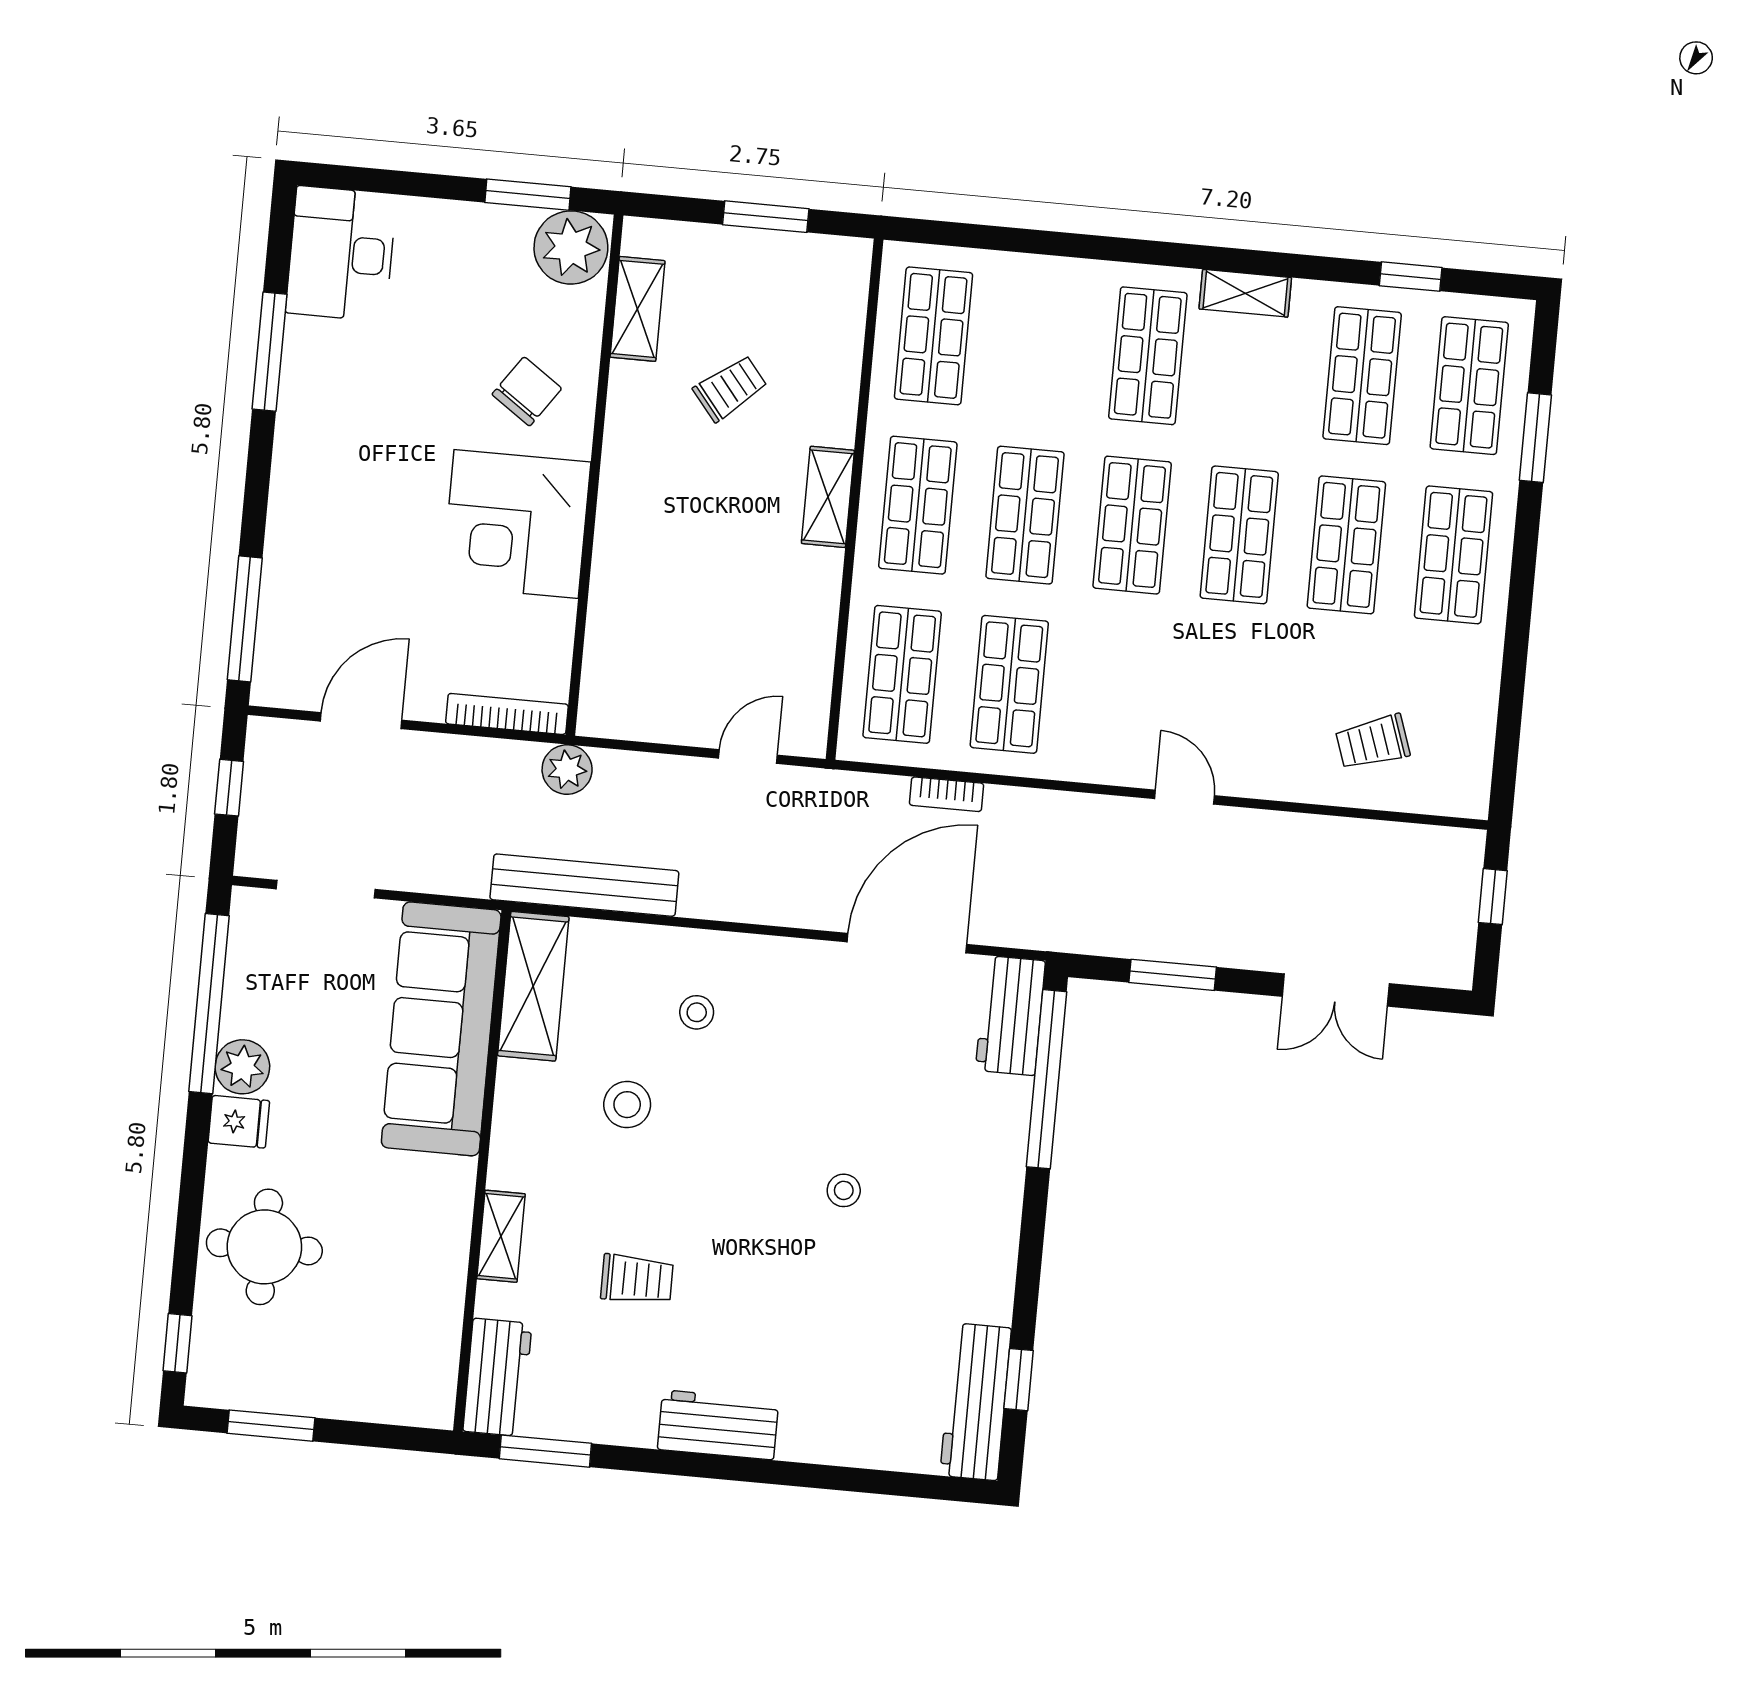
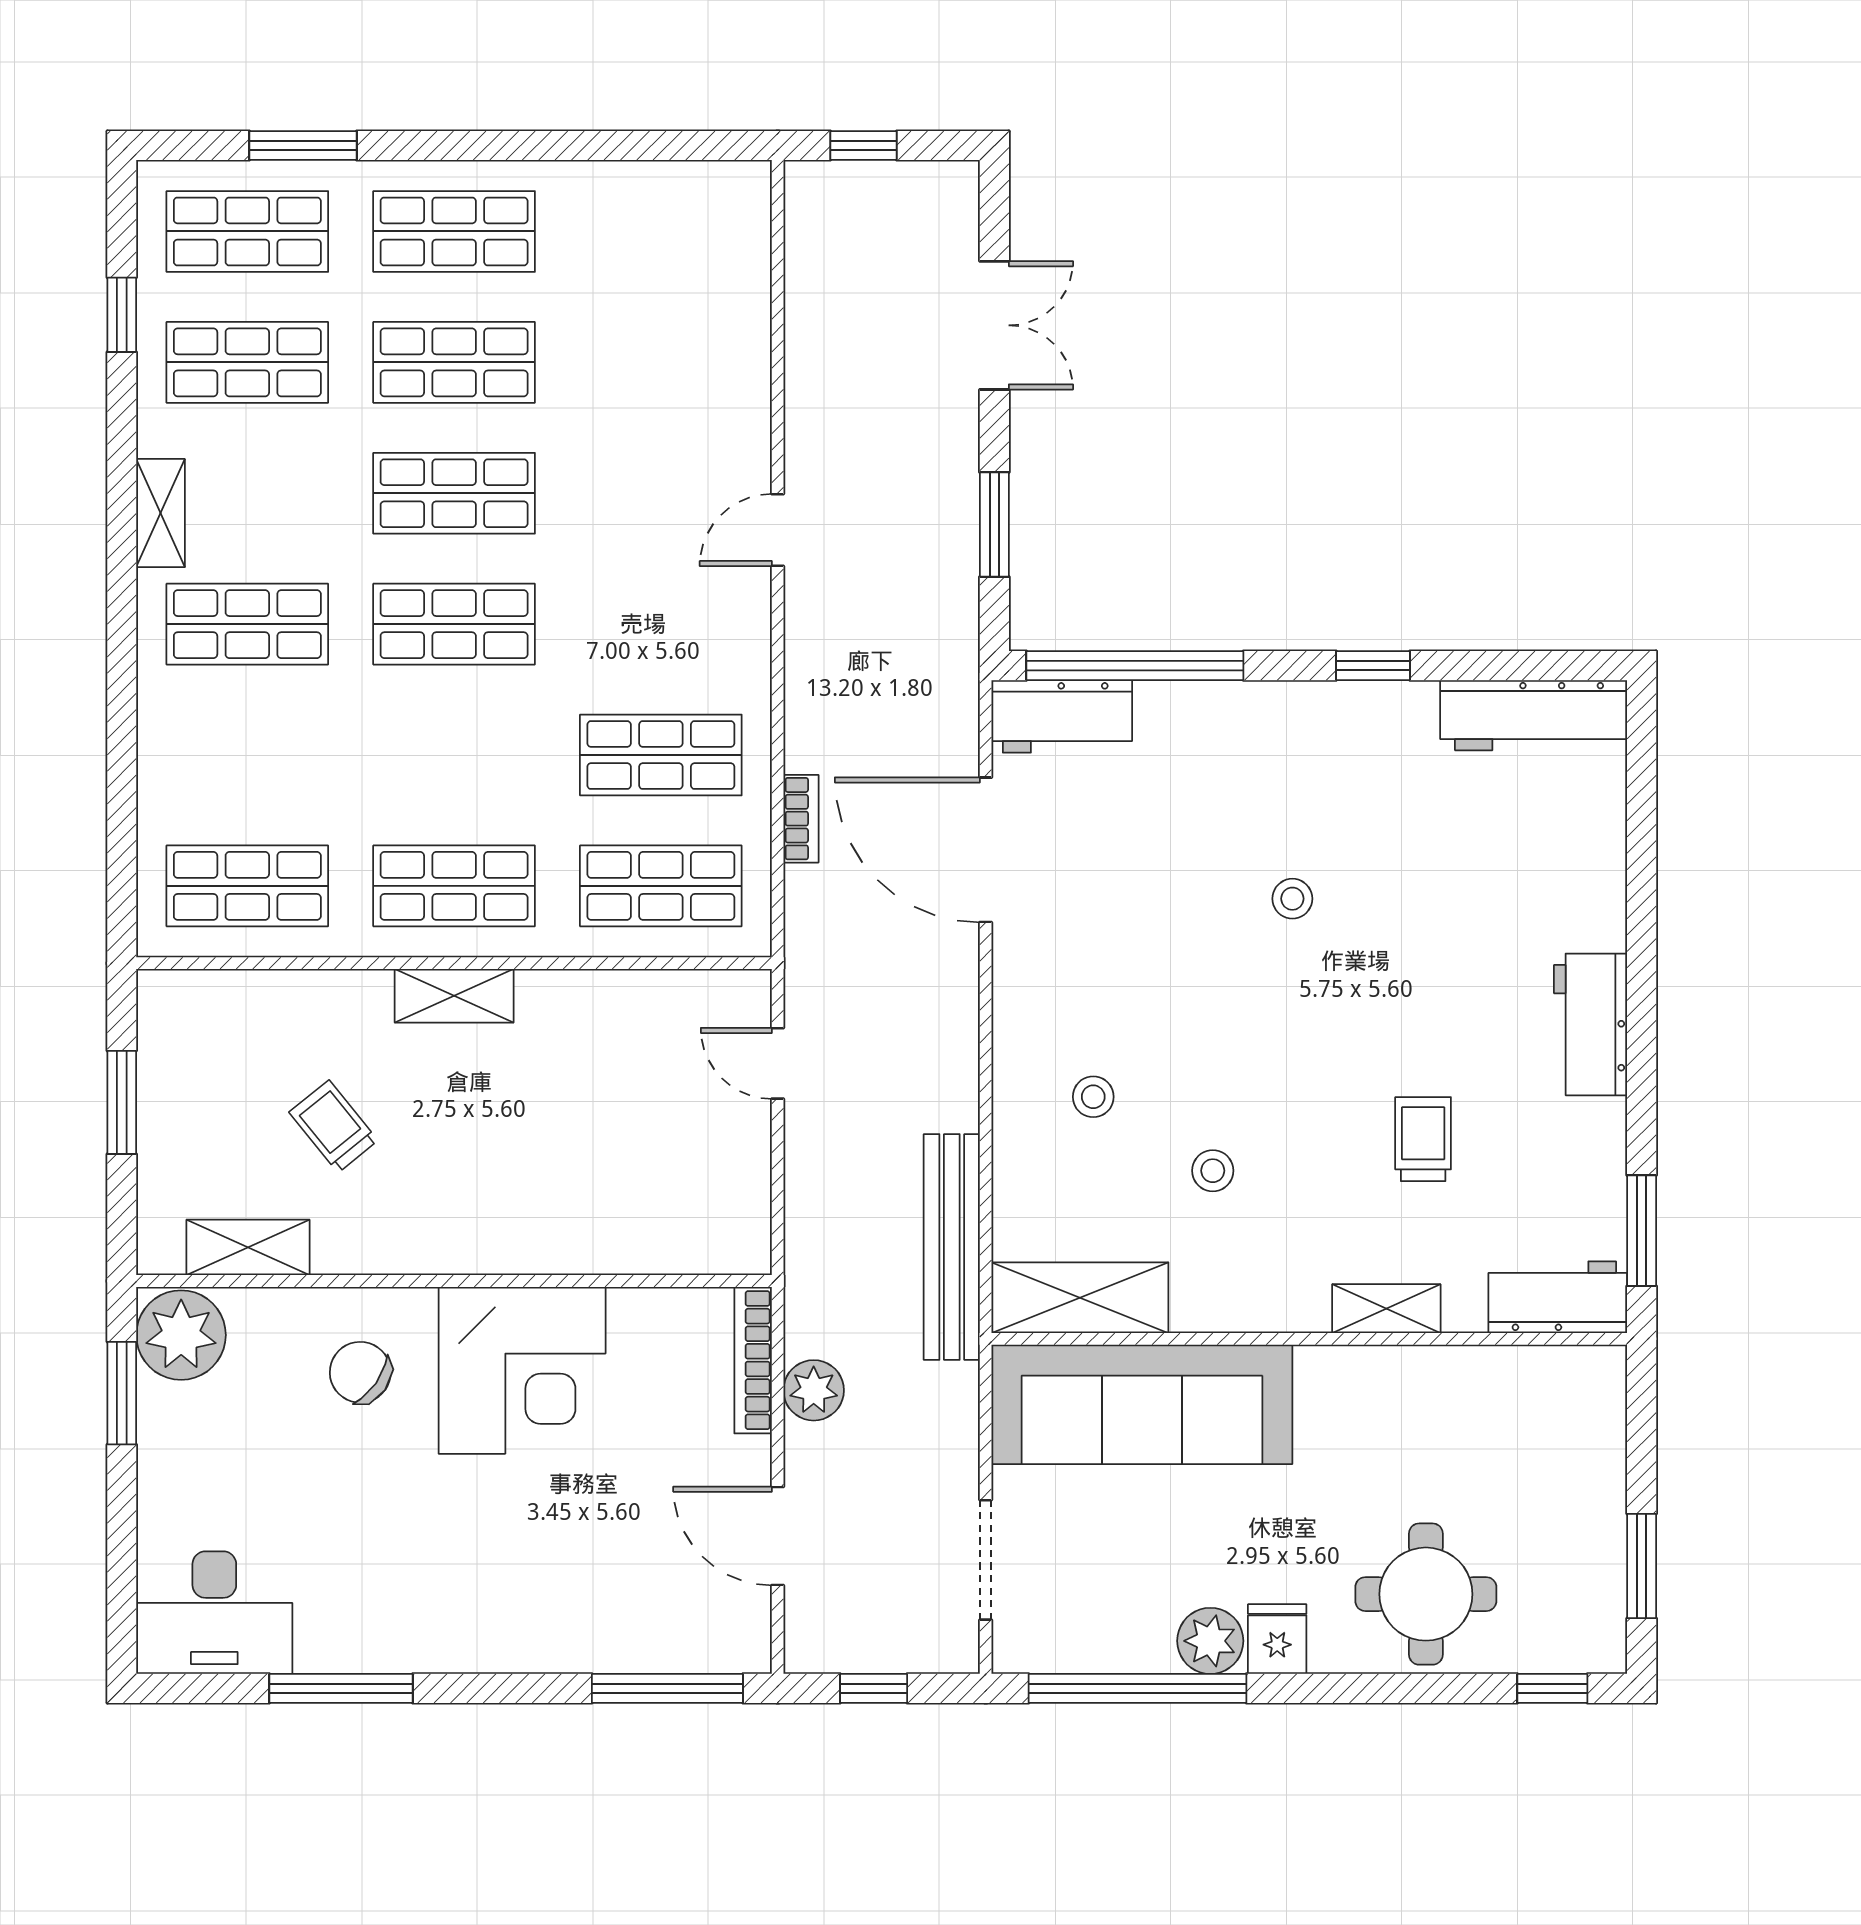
shop shelf: (1025, 515) -> (454, 755), removed
trolley: (1373, 742) -> (690, 308), removed
plant: (567, 770) -> (814, 1390), moved
stool: (627, 1105) -> (1213, 1171), width x0.73, depth x0.73
window: (1019, 1380) -> (1373, 666), moved

